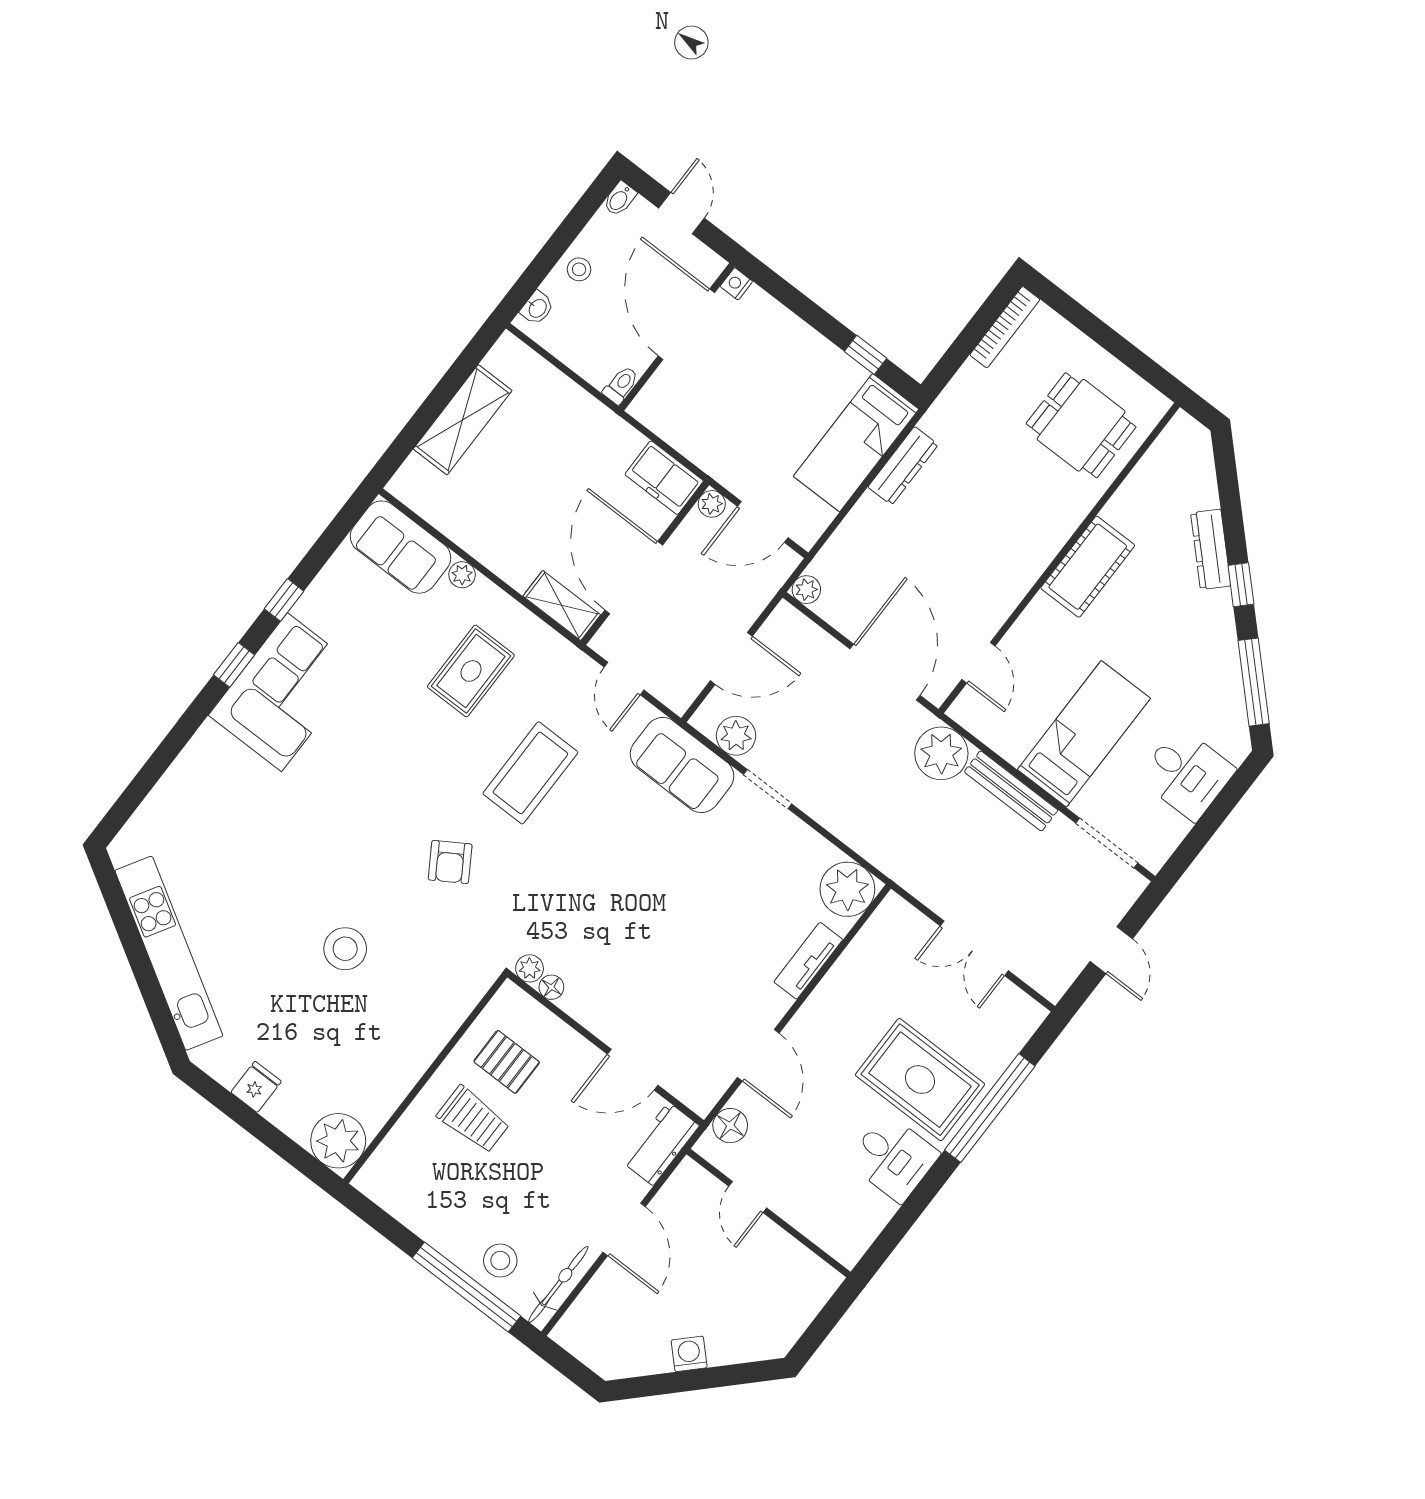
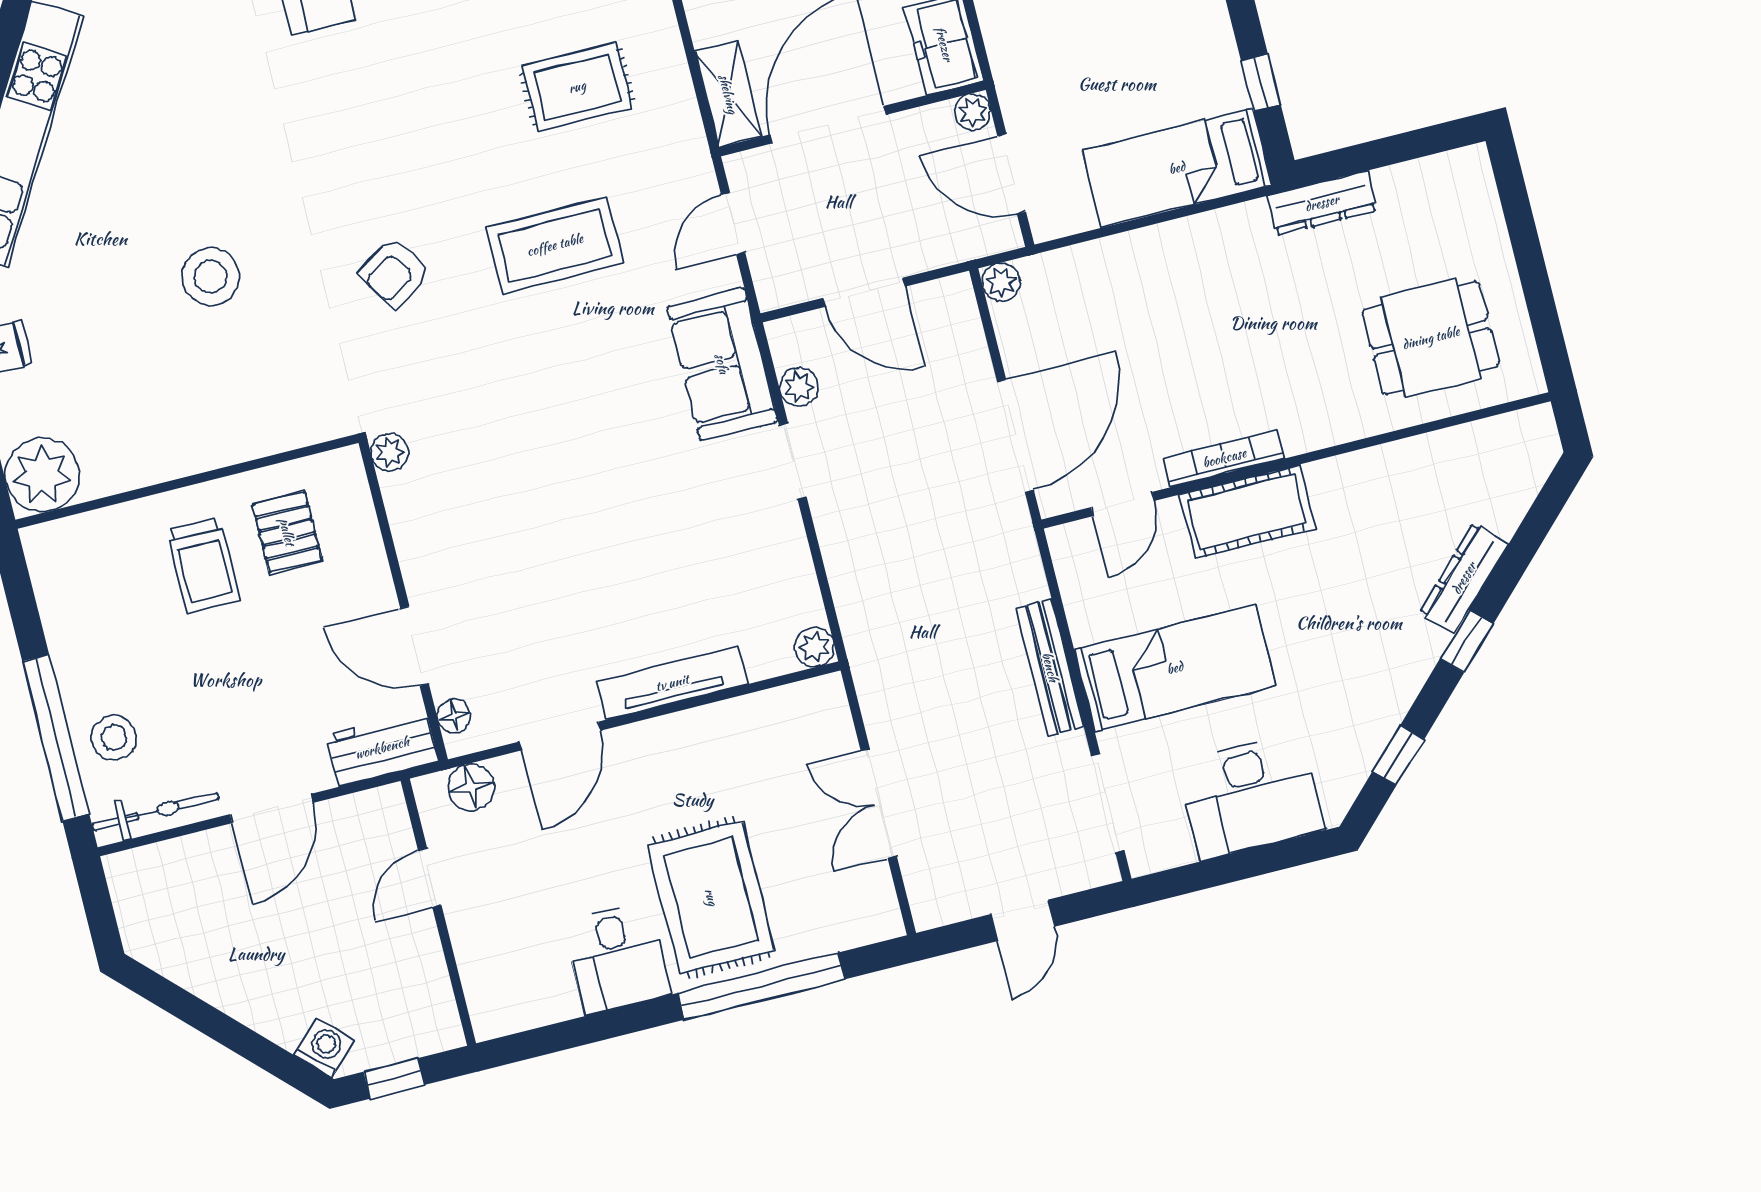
bookcase: (1005, 327) -> (1224, 458), moved, turned 180
dining table: (1081, 425) -> (1431, 338), turned 90
dresser: (903, 466) -> (1322, 203), moved
cot: (1088, 567) -> (1247, 512), moved
window: (1254, 682) -> (1398, 755), width x0.46
plant: (736, 736) -> (799, 387), width x0.73, depth x0.73
plant: (941, 753) -> (1007, 569), removed
desk: (1187, 774) -> (1251, 796), width x1.37
plant: (847, 889) -> (814, 647), width x0.53, depth x0.53
tv unit: (808, 961) -> (672, 683), width x1.41
floor lamp: (551, 987) -> (454, 716), moved
window: (819, 1330) -> (394, 1078), added
washing machine: (689, 1354) -> (324, 1048), moved

